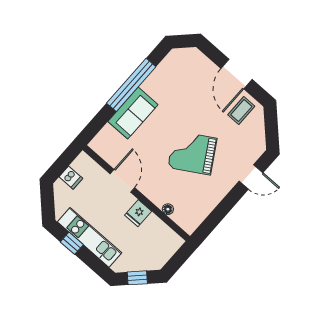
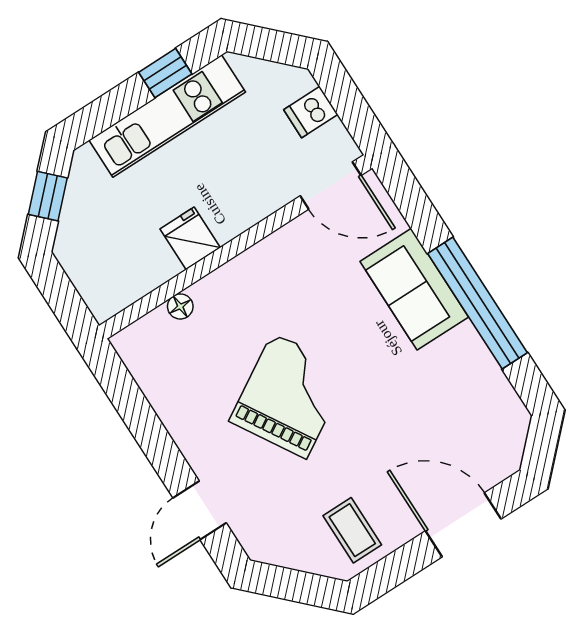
door: (236, 74) -> (463, 525), moved
door: (122, 181) -> (331, 186), moved

